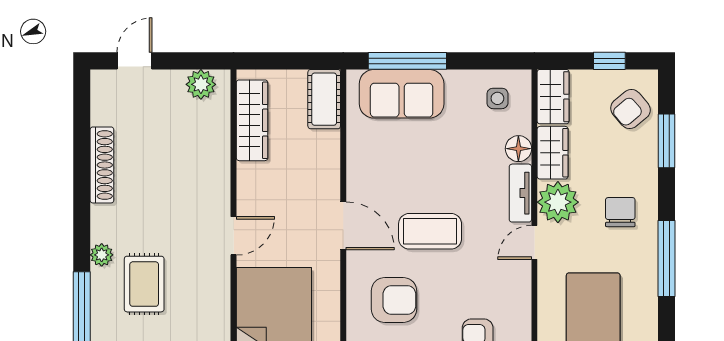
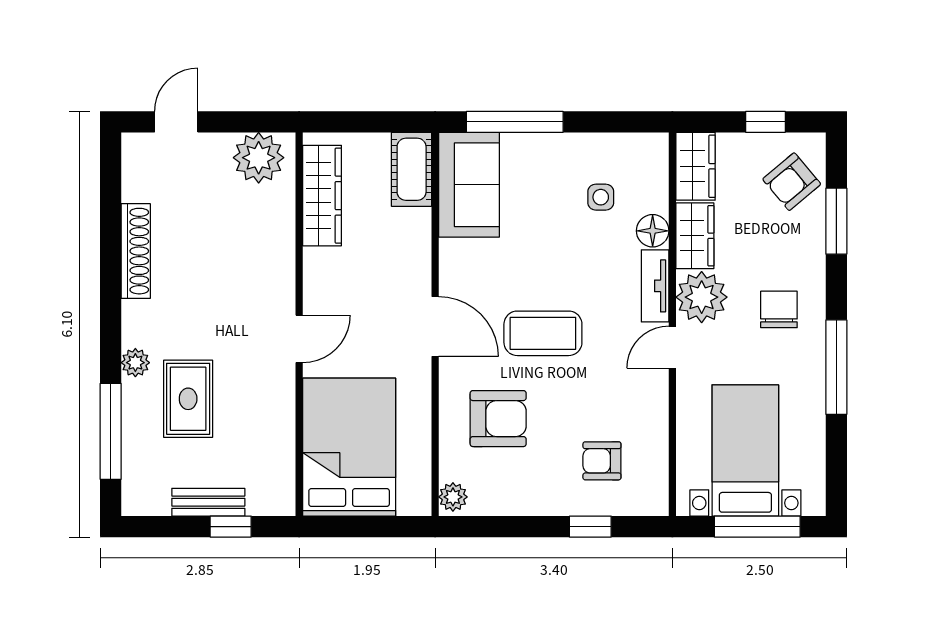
plant: (201, 84) -> (259, 158), width x1.36, depth x1.36
sofa: (402, 94) -> (469, 185), moved, turned -90
side table: (497, 98) -> (601, 197), moved

